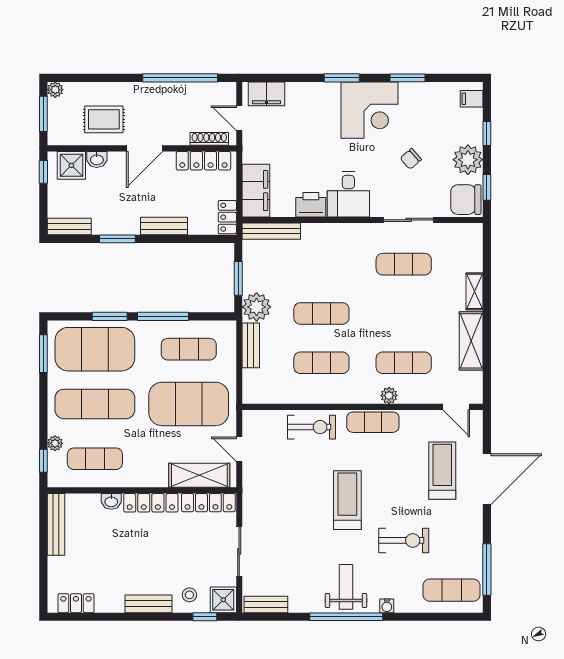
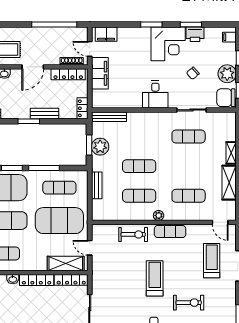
filing cabinet: (256, 191) -> (100, 73), moved
printer: (311, 205) -> (195, 34), moved, turned 180
window: (117, 239) -> (29, 121), moved
plant: (257, 307) -> (100, 147), moved
plant: (389, 396) -> (159, 215), moved

